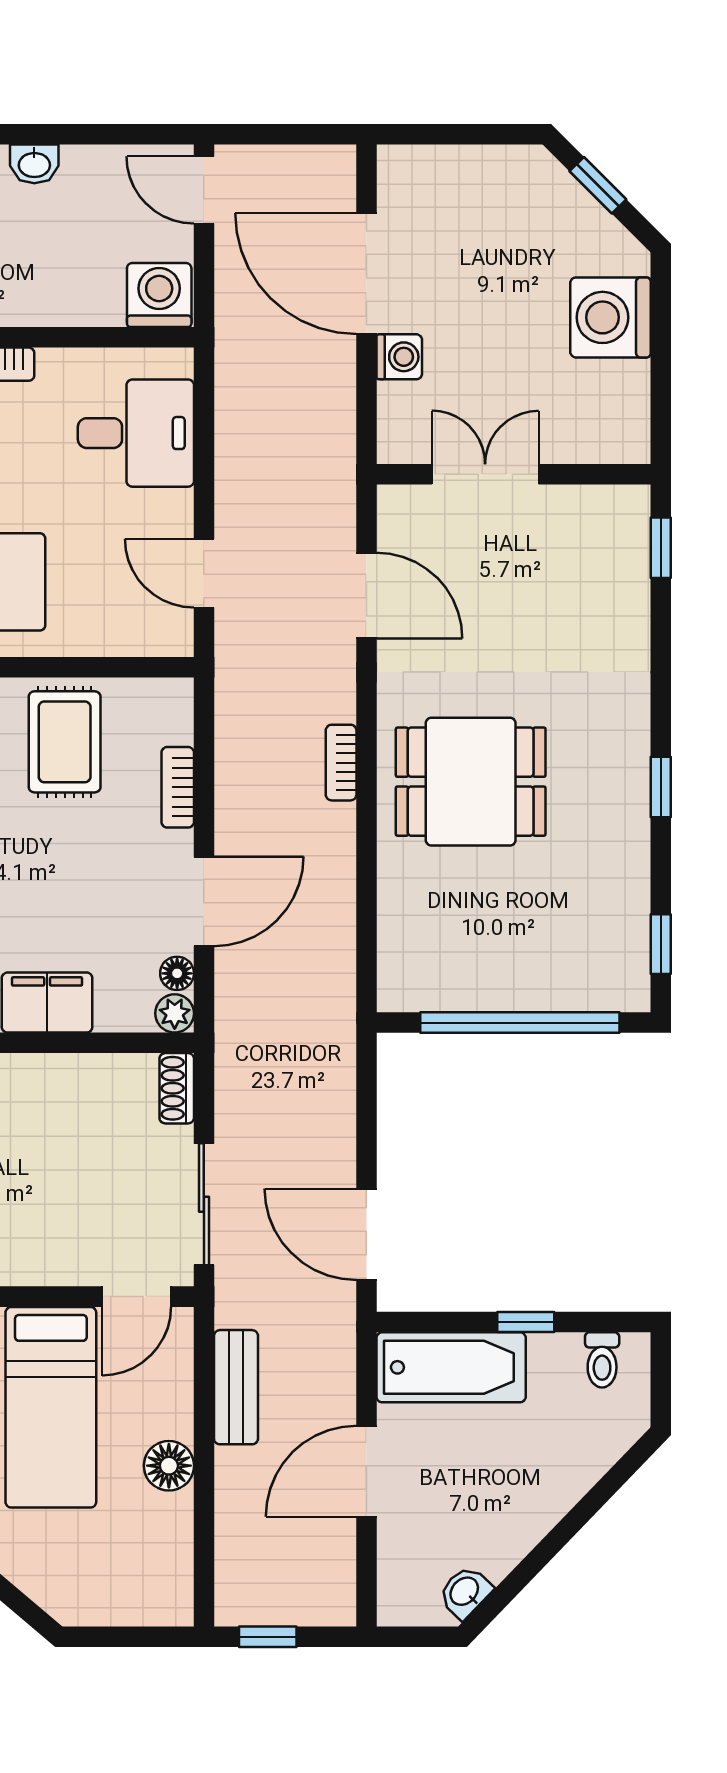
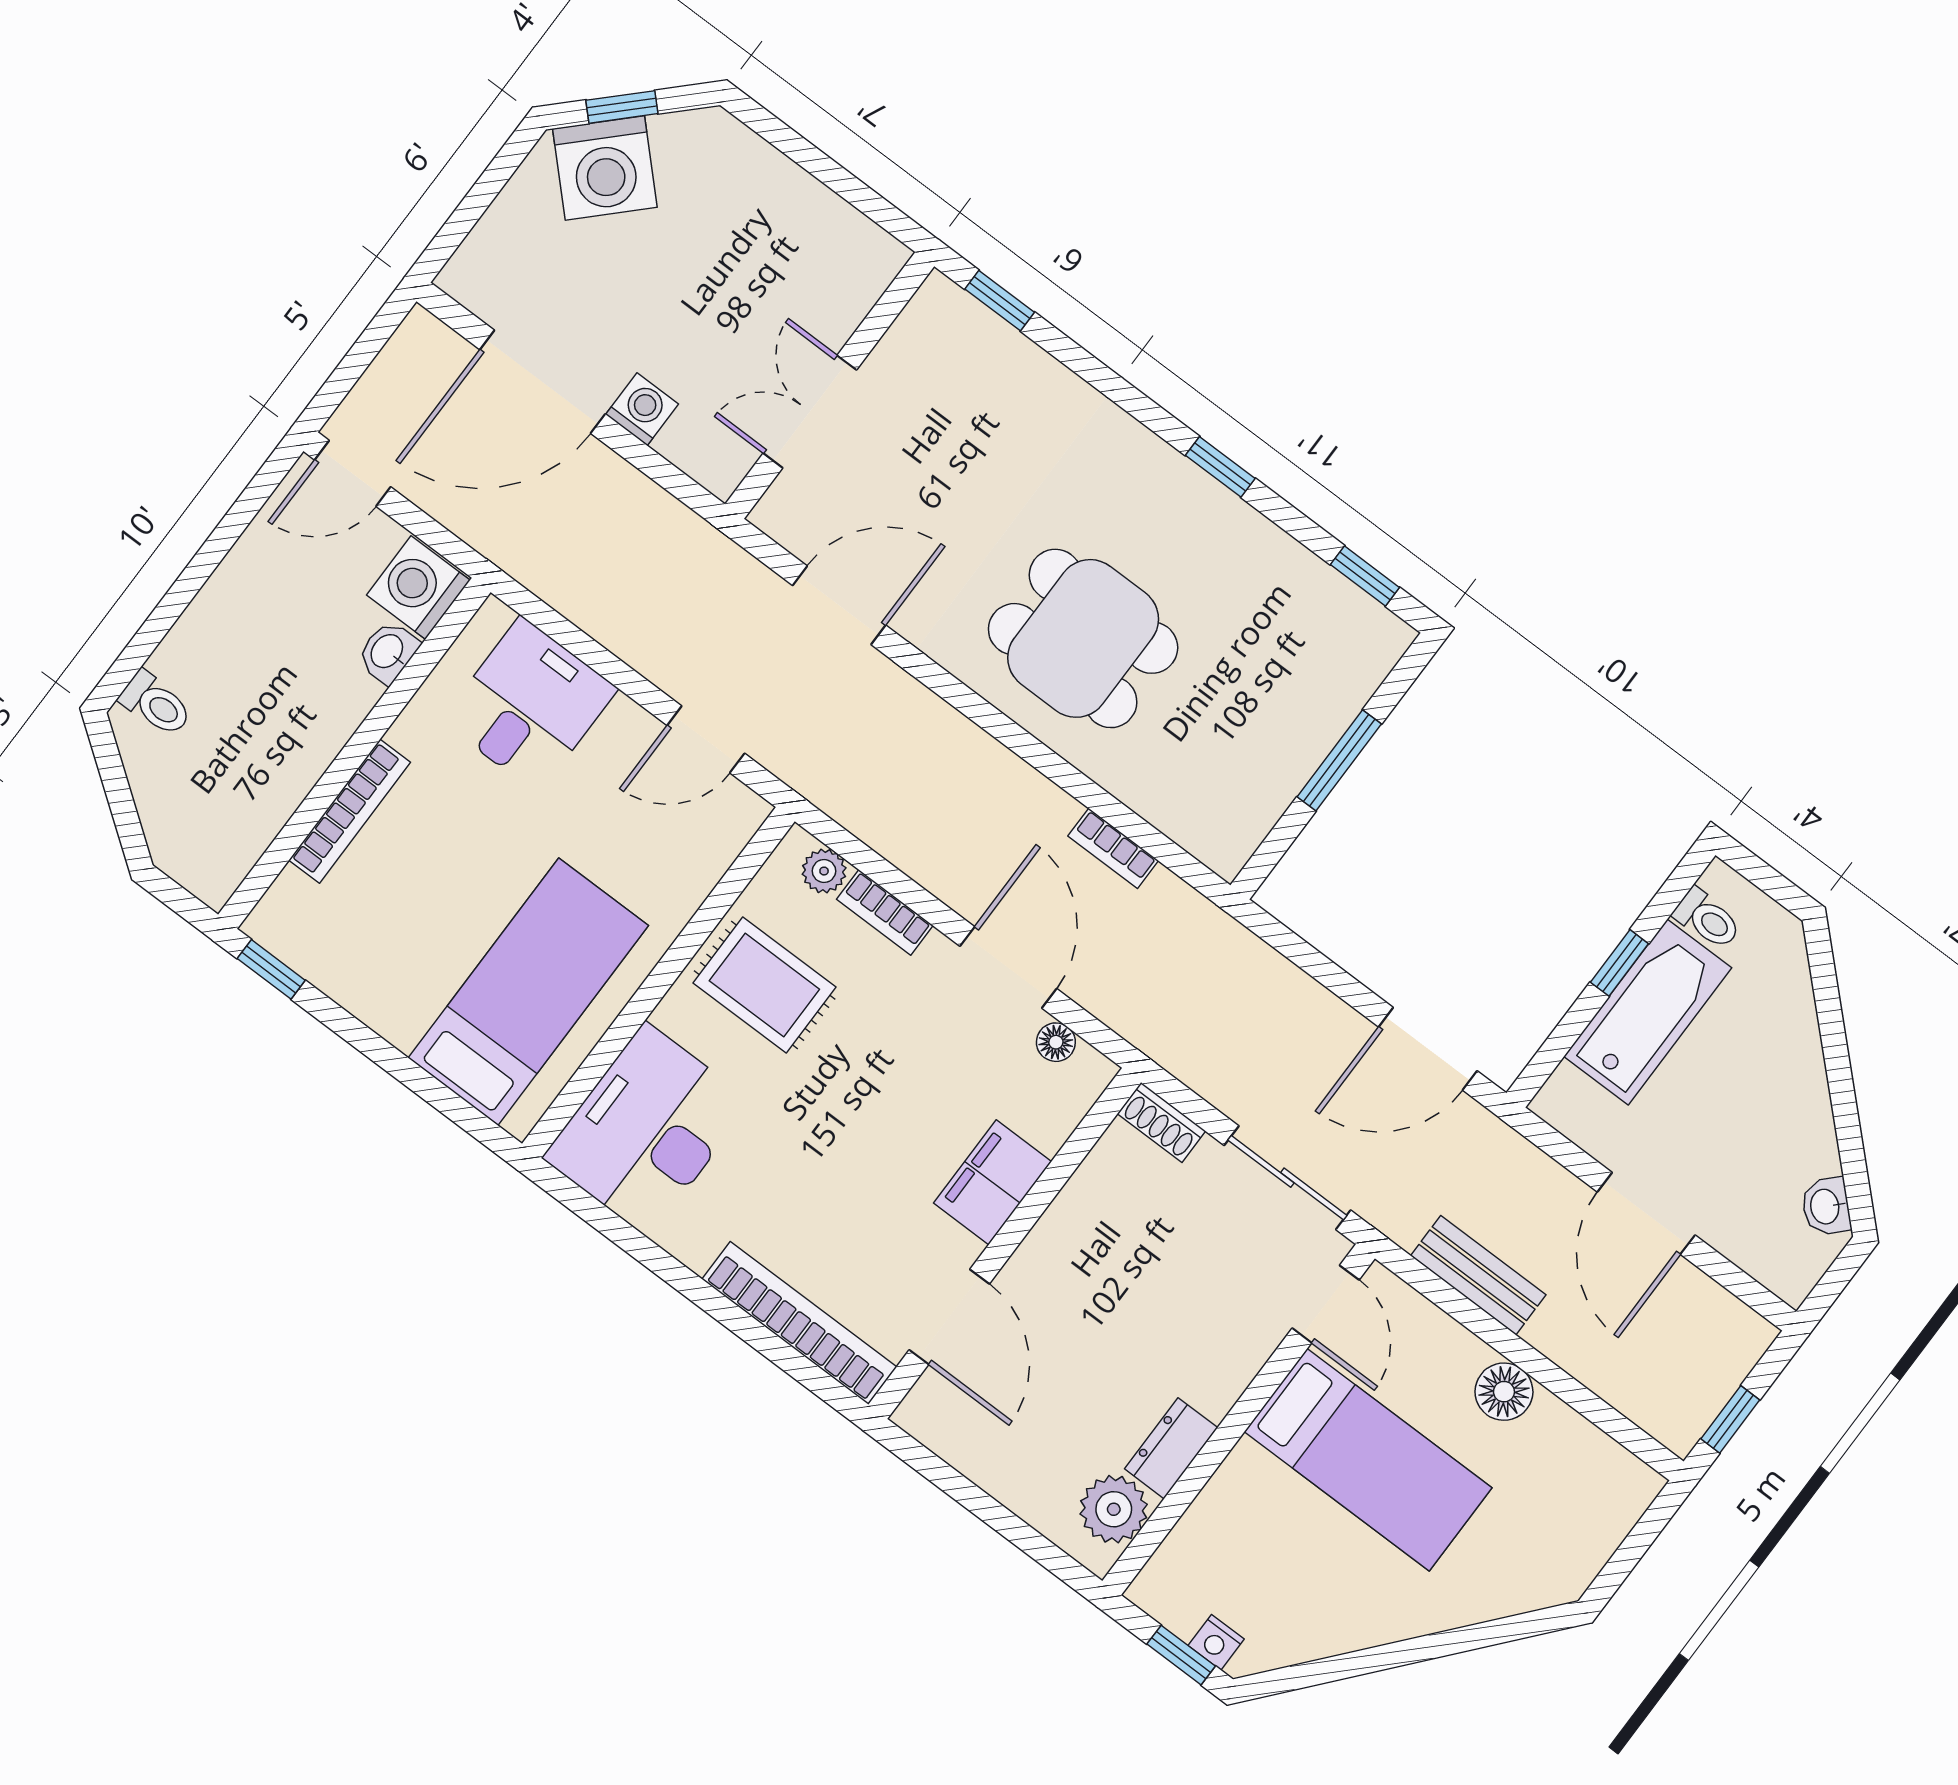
washbasin: (34, 164) -> (388, 652), moved, turned 180
washing machine: (611, 317) -> (605, 168), moved, turned -45
bookcase: (341, 763) -> (1113, 848), moved
dining table: (471, 782) -> (1083, 638), turned 90
plant: (175, 1013) -> (824, 871), moved
window: (520, 1023) -> (1339, 760), width x0.47
bathtub: (451, 1367) -> (1648, 1012), moved

